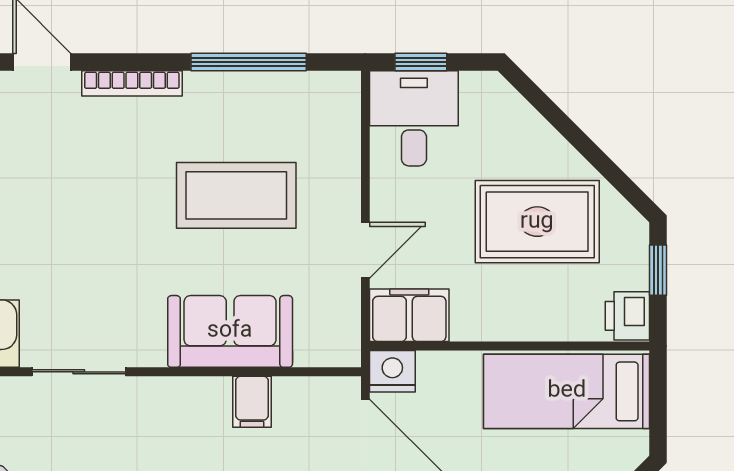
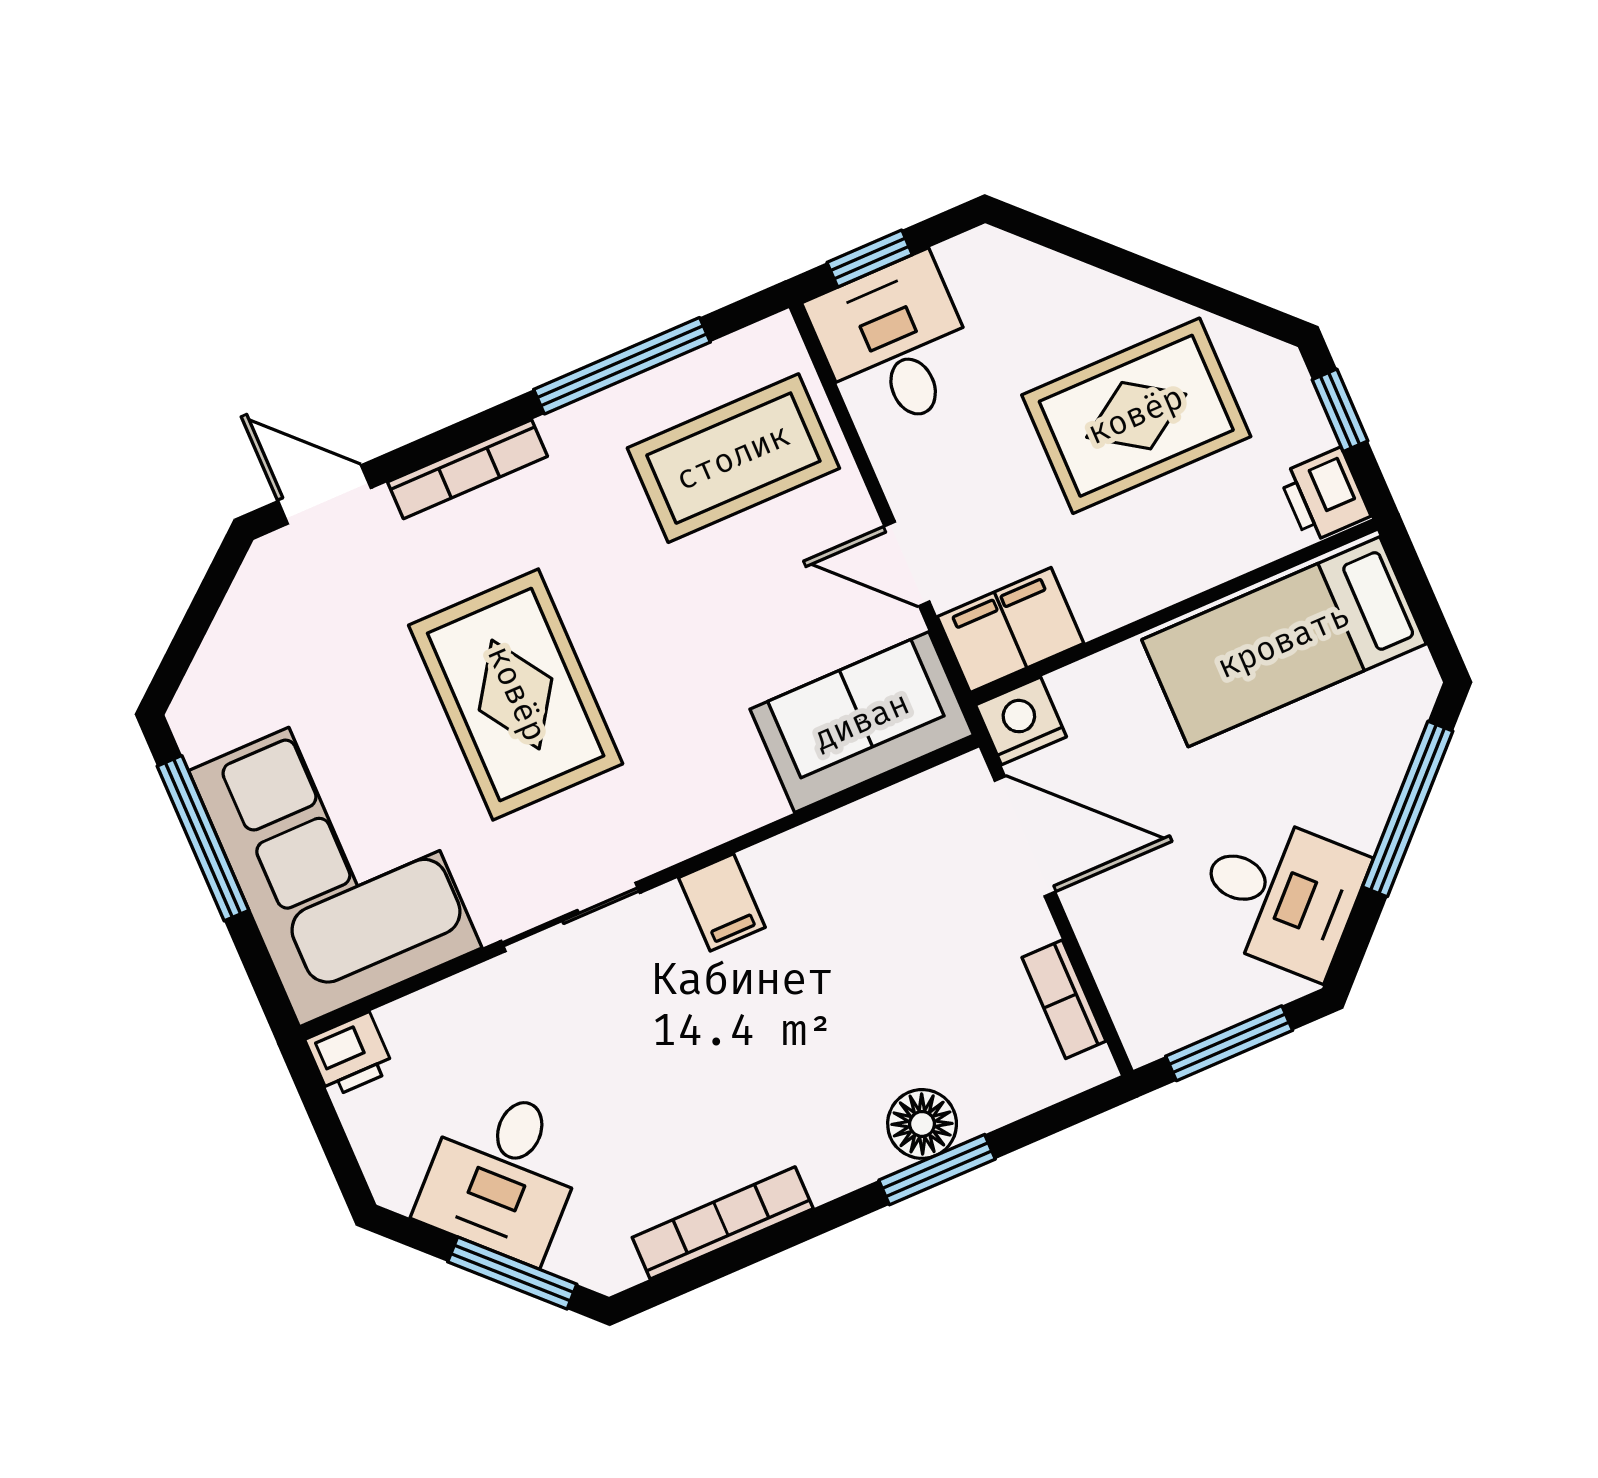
coffee table: (236, 195) -> (733, 458), moved
rug: (103, 228) -> (516, 694), added
door: (365, 250) -> (907, 564), swing flipped
sofa: (230, 331) -> (862, 722), moved
filing cabinet: (252, 402) -> (722, 902), moved

